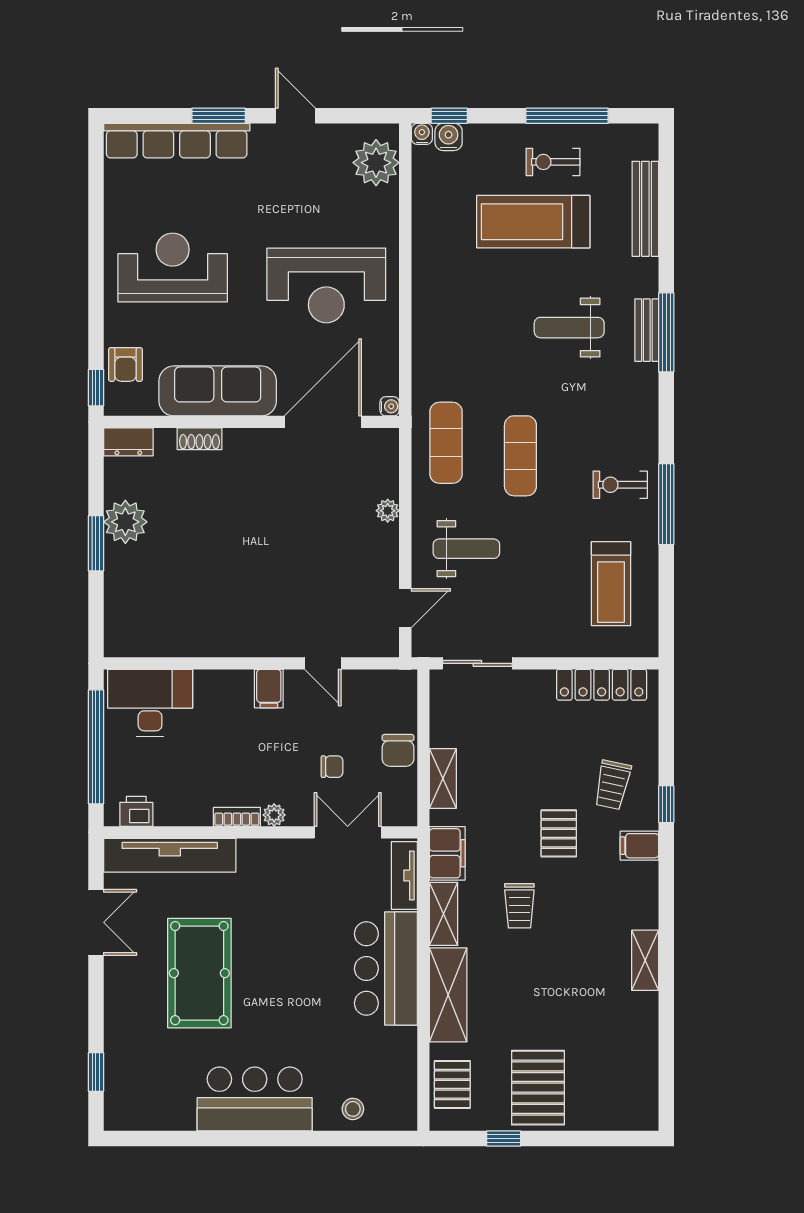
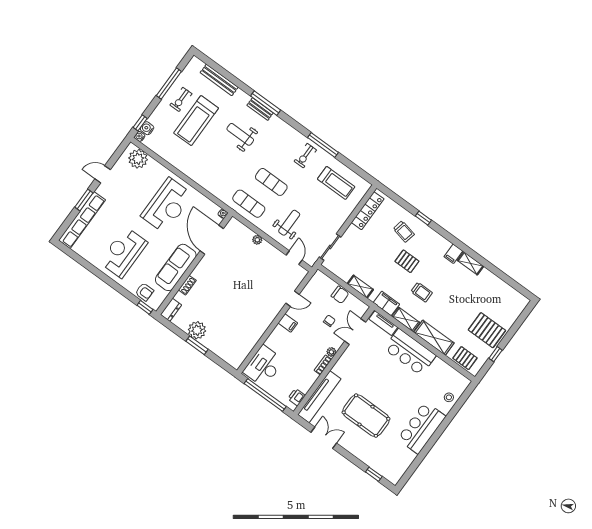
weight bench: (569, 328) -> (240, 134), turned 90
filing cabinet: (639, 846) -> (453, 254), moved

